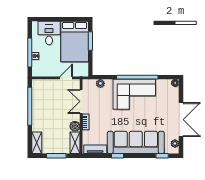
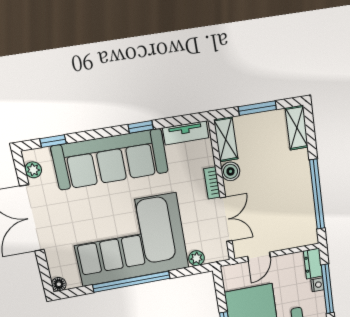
dresser: (36, 69) -> (313, 264), added
corner sofa: (134, 94) -> (129, 240), width x1.36, depth x1.36

